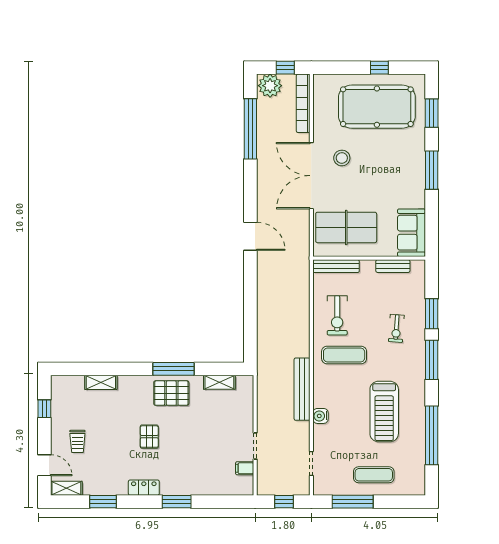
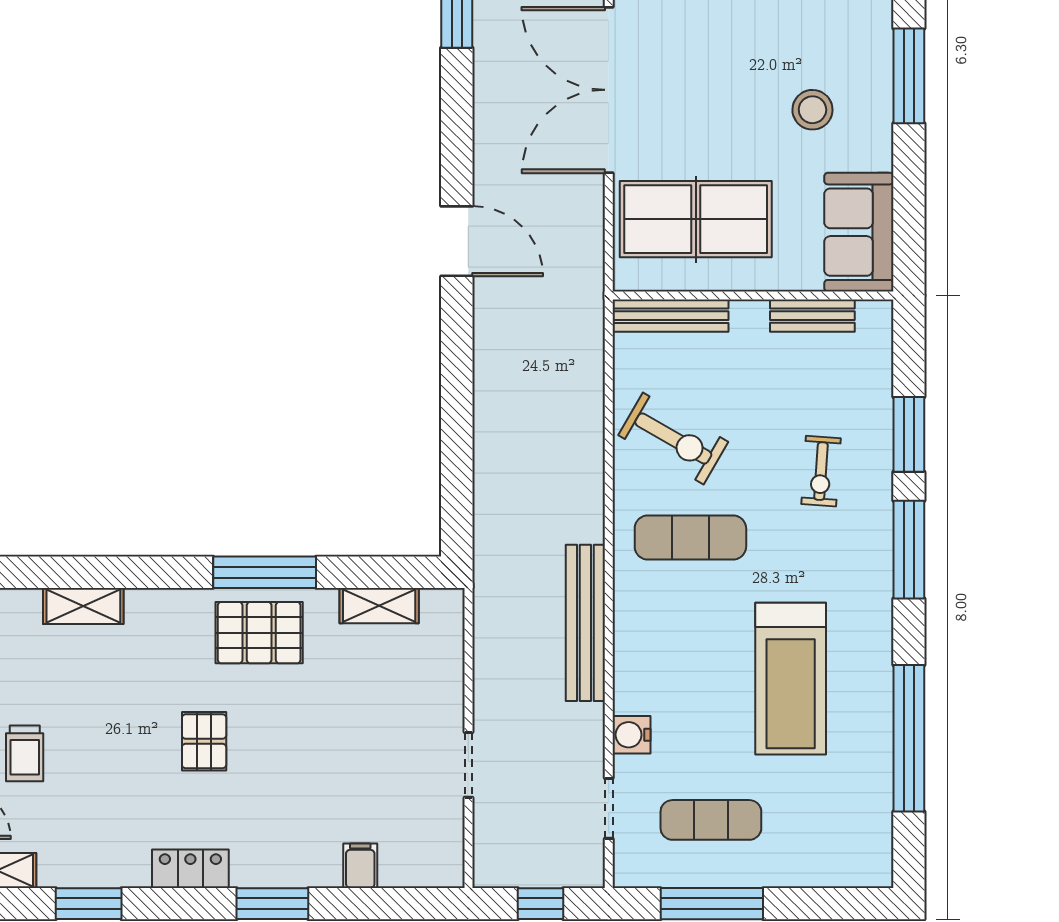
stool: (342, 158) -> (812, 110), moved
exercise bike: (337, 315) -> (673, 439), turned -60
water cooler: (320, 416) -> (632, 735), moved
filing cabinet: (245, 468) -> (360, 866), moved, turned 90
exercise mat: (374, 475) -> (711, 820), moved

